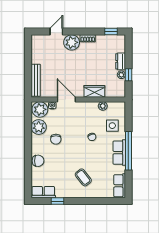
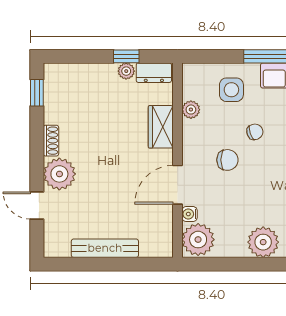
dresser: (121, 61) -> (154, 73), moved
bench: (36, 80) -> (105, 248), moved
plant: (39, 127) -> (263, 242), moved
chair: (56, 139) -> (227, 160), moved

